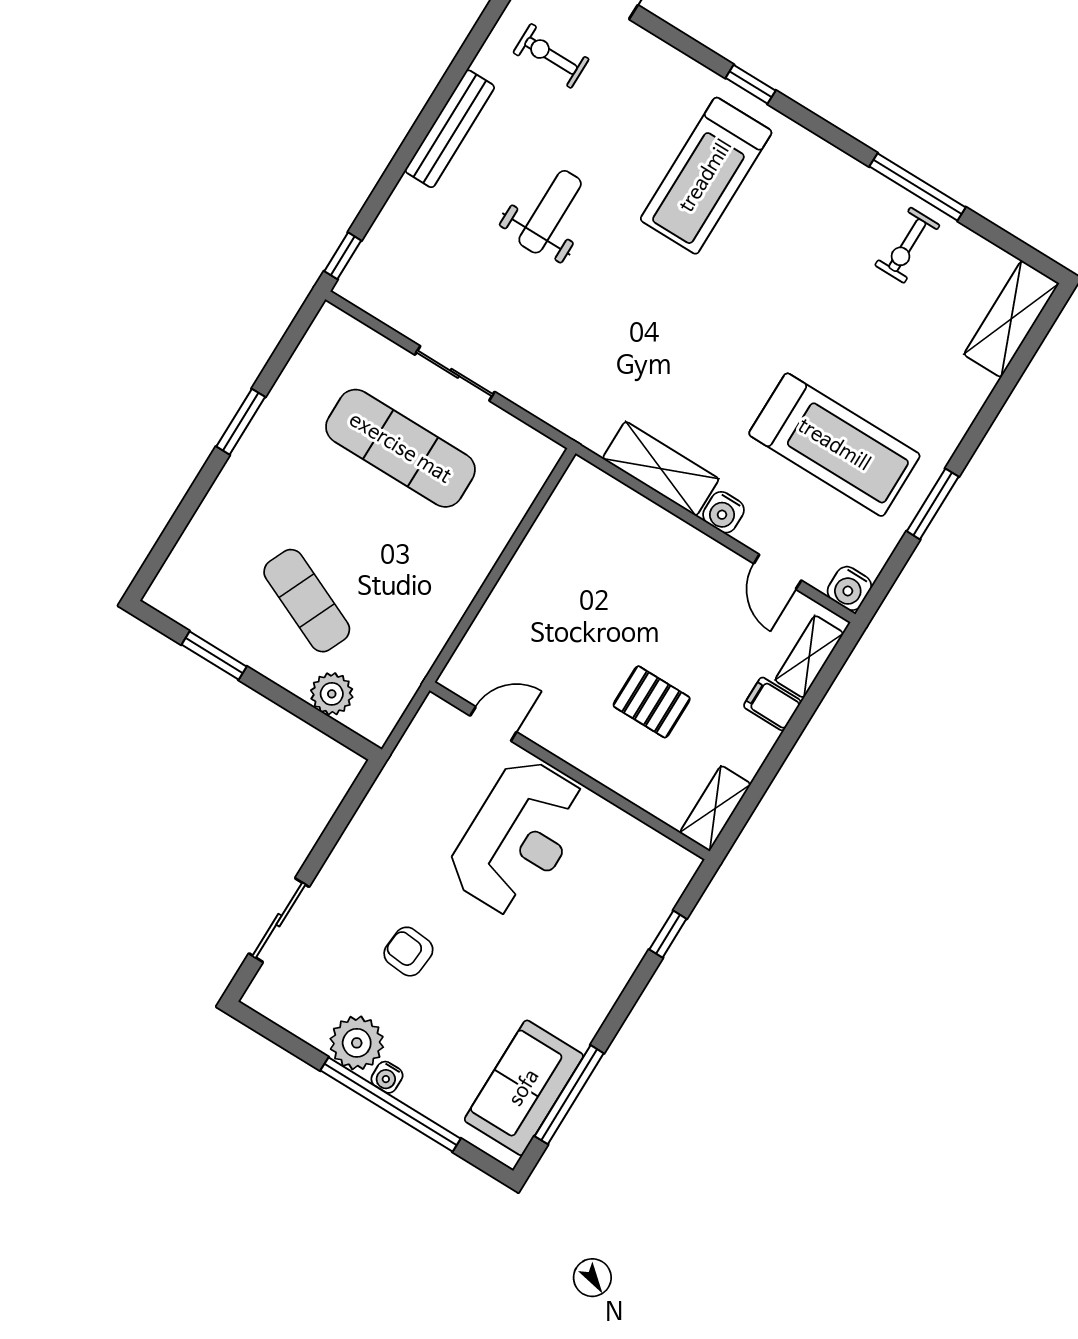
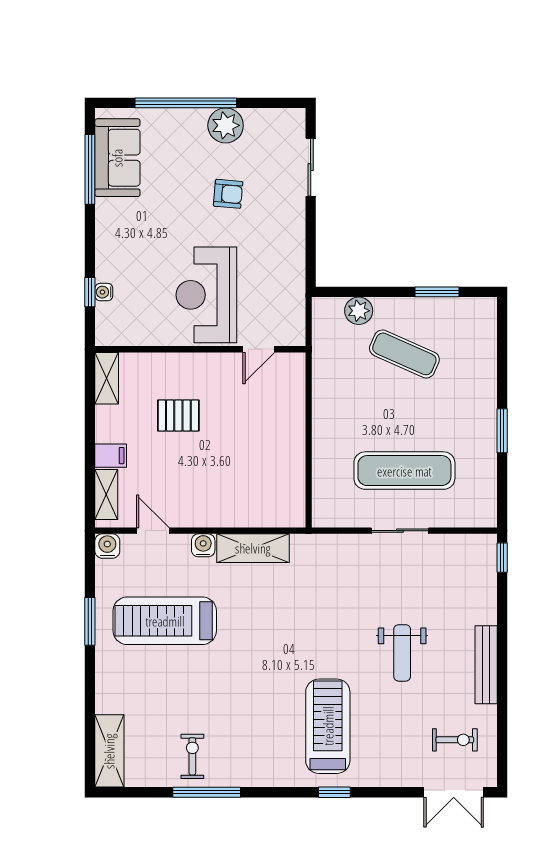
water cooler: (387, 1077) -> (104, 292), moved, turned -90

